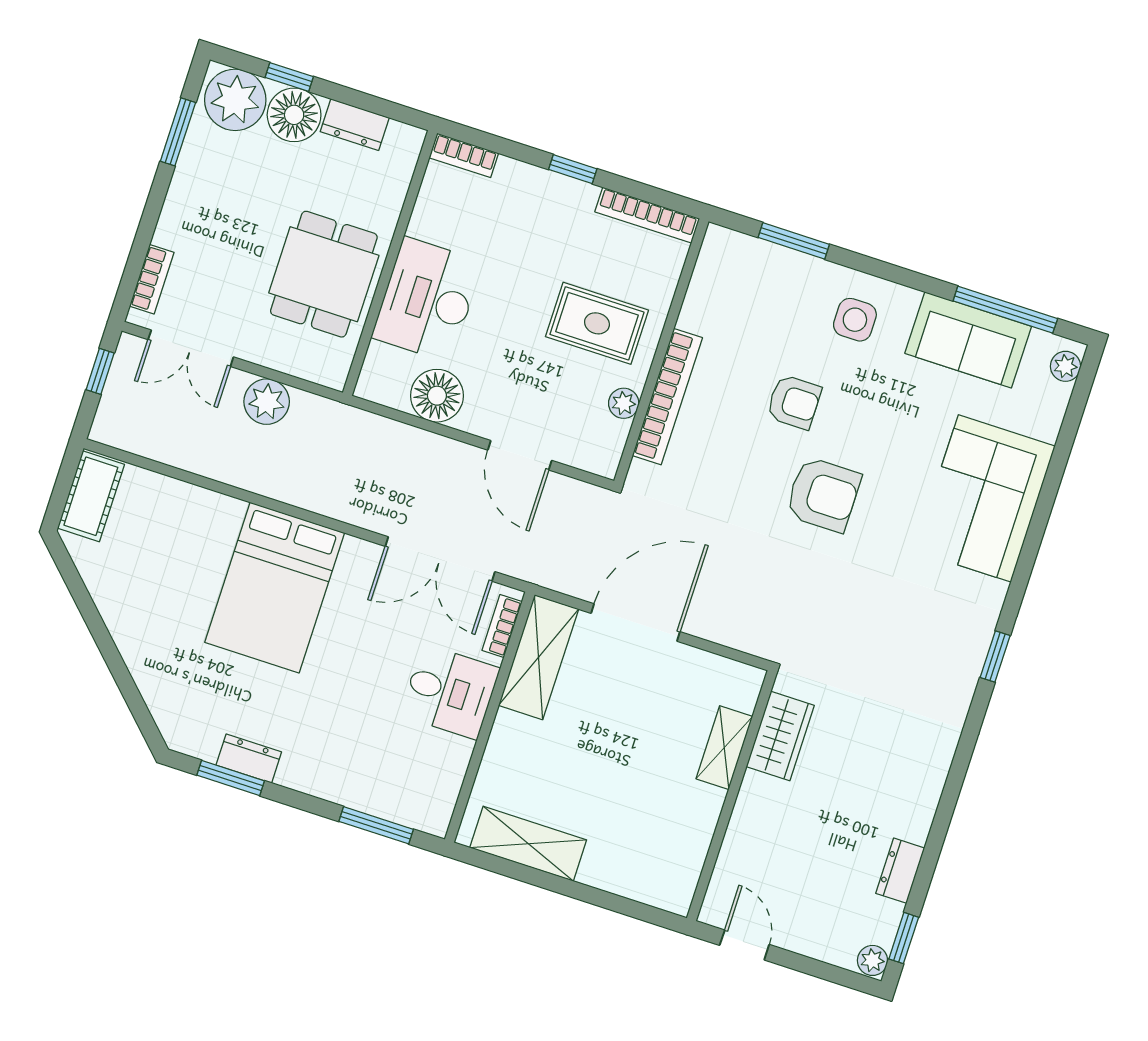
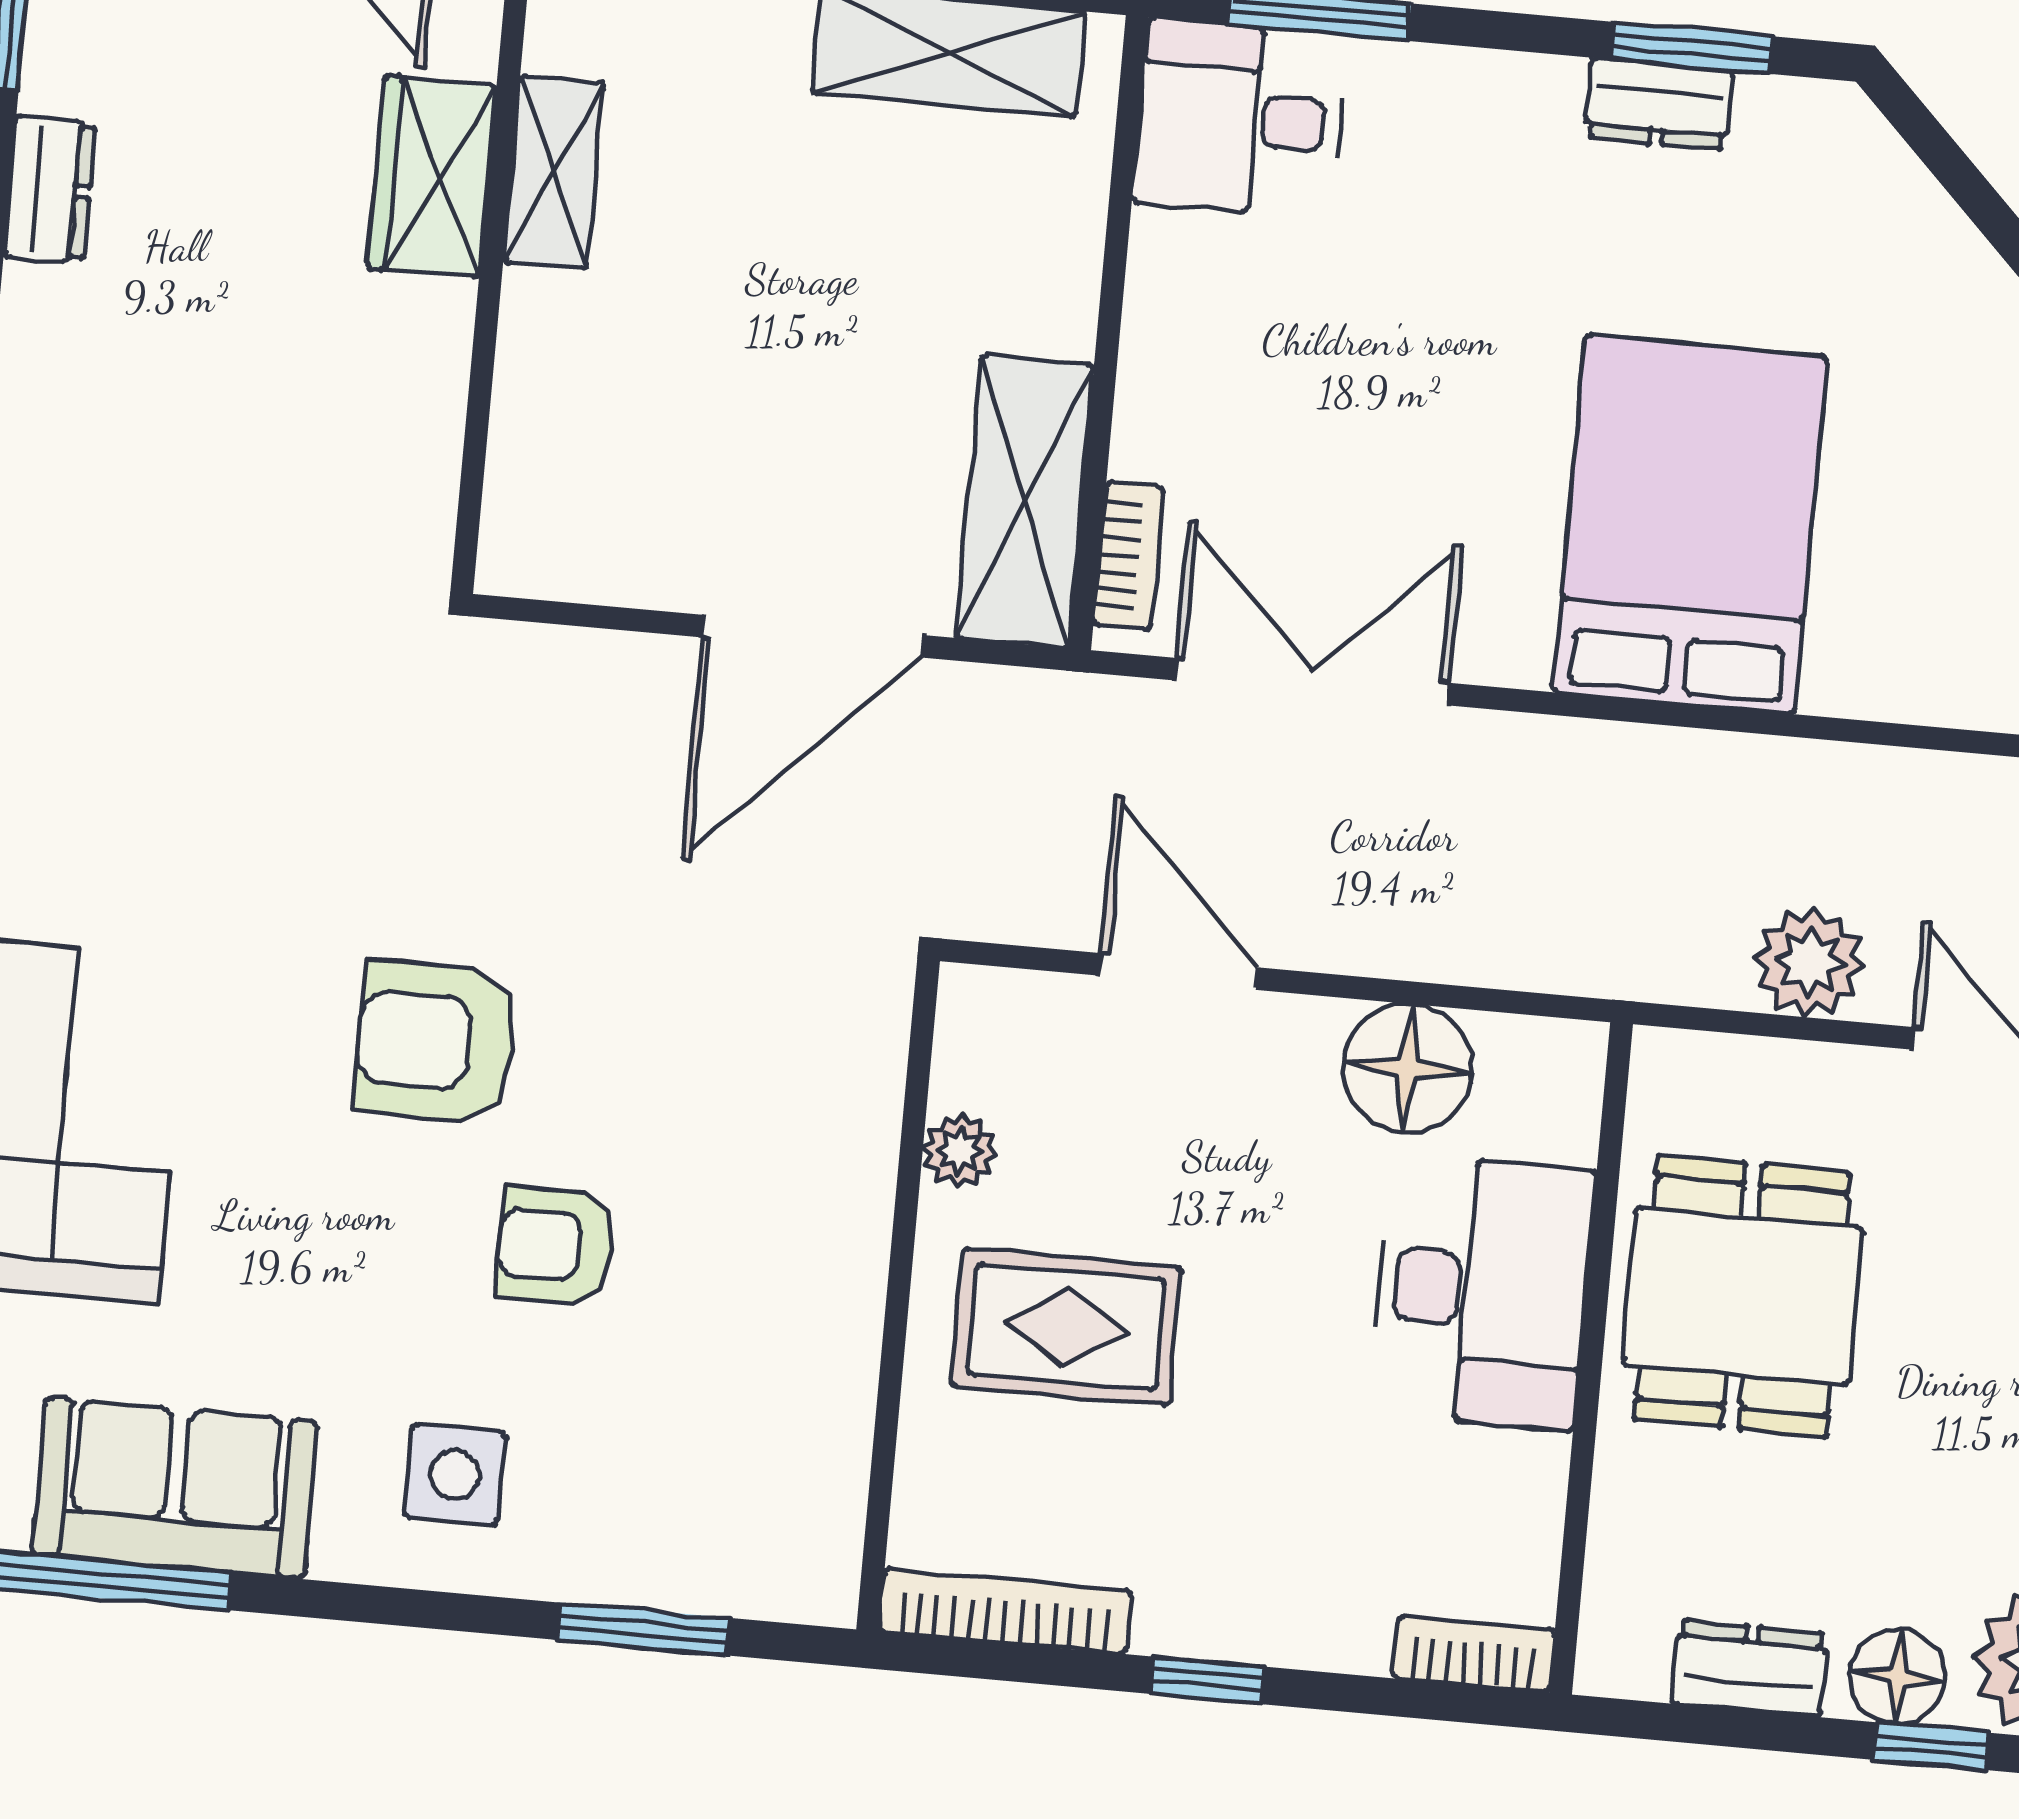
floor lamp: (294, 115) -> (1897, 1676), width x0.73, depth x0.73
bookcase: (667, 397) -> (859, 1191), removed
desk: (450, 692) -> (1240, 119), moved
wardrobe: (780, 736) -> (432, 177), moved
shelving: (724, 748) -> (554, 172), moved

